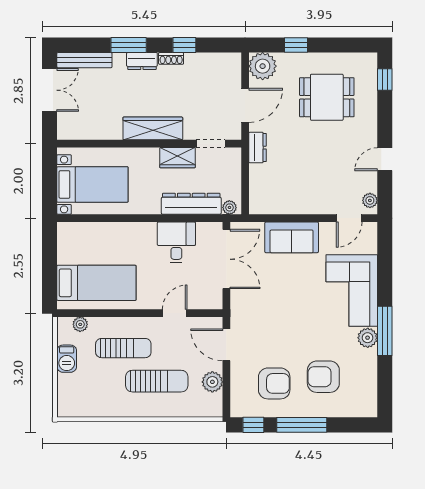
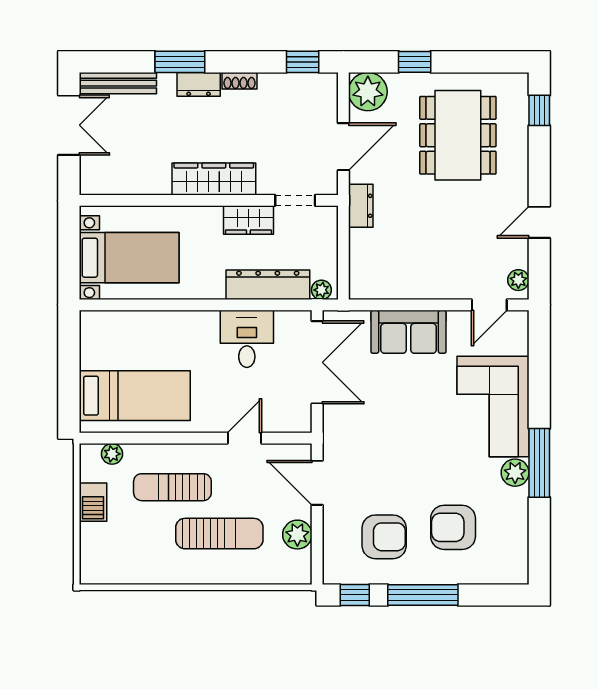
window: (184, 45) -> (303, 62), moved
dining table: (327, 97) -> (458, 135), width x1.38
sun lounger: (123, 348) -> (172, 487), turned 180

